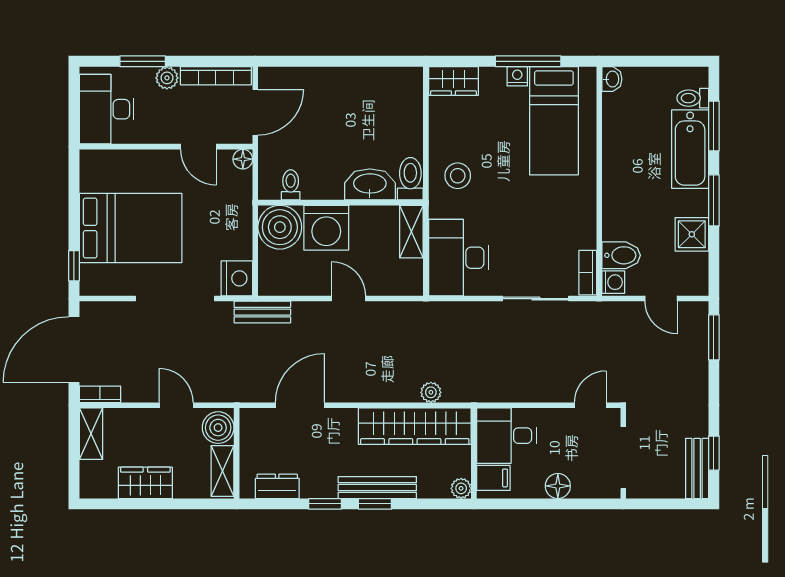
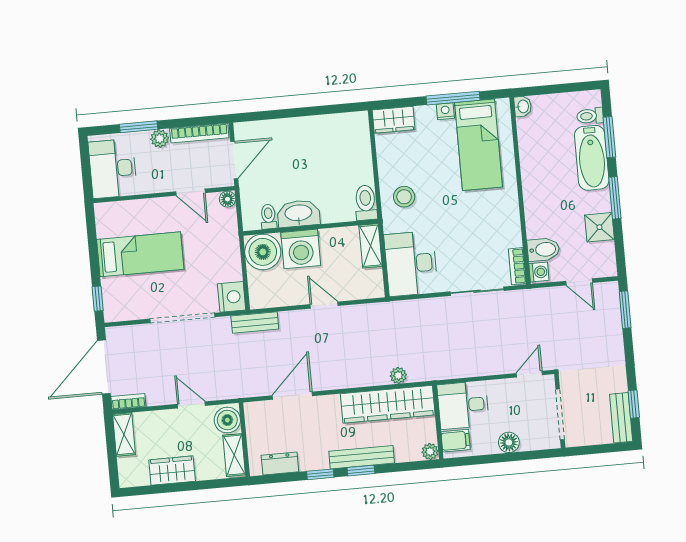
washbasin: (370, 184) -> (298, 214), moved
bed: (131, 228) -> (140, 254), width x0.67

